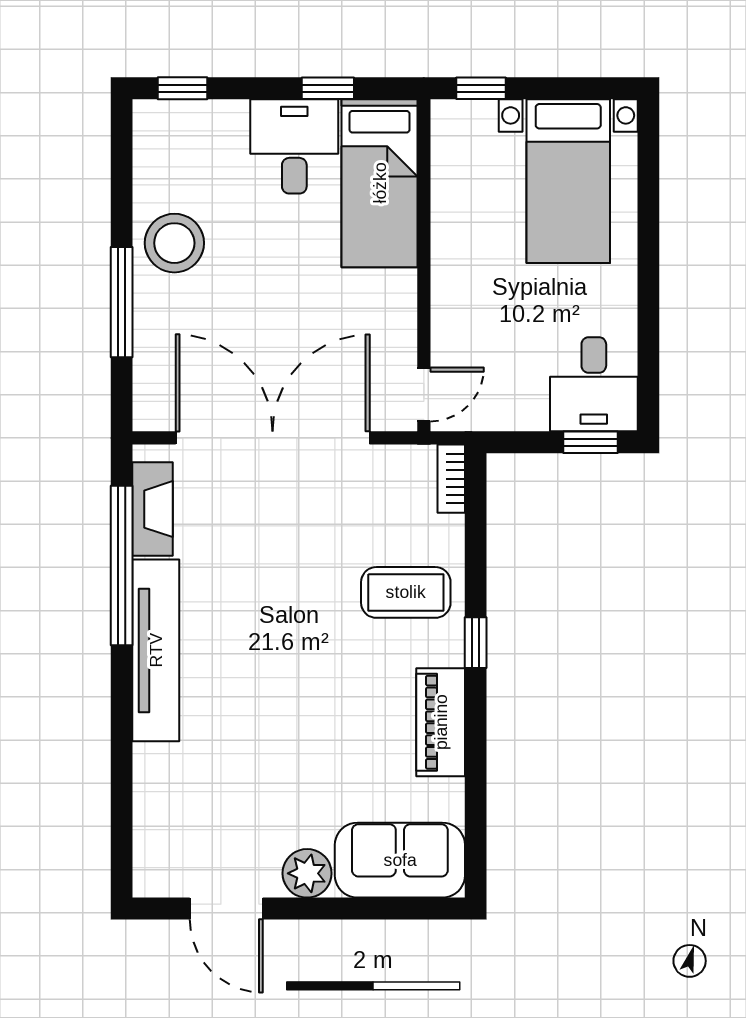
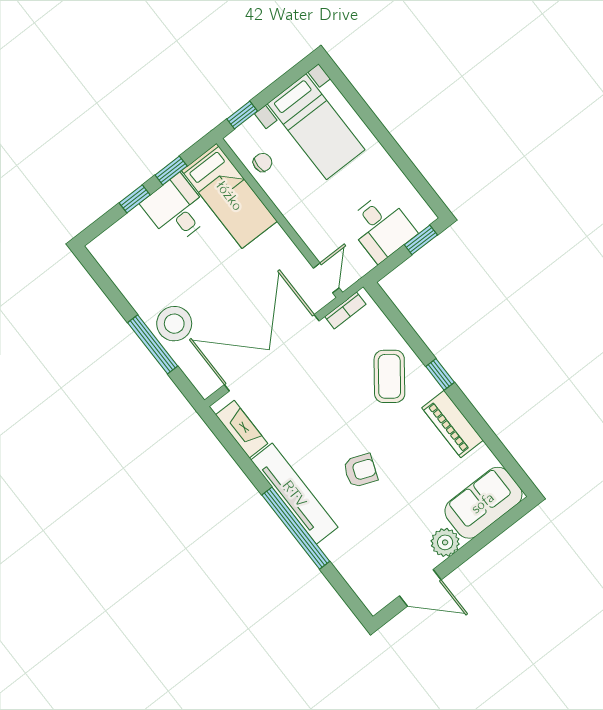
window: (183, 88) -> (135, 199), moved
chair: (459, 173) -> (263, 162), added
stool: (174, 243) -> (174, 324), moved
desk: (594, 384) -> (381, 227), moved
bookcase: (451, 479) -> (345, 310), moved, turned -90
window: (122, 565) -> (296, 528), moved
coffee table: (406, 592) -> (389, 376), turned -53
armchair: (268, 688) -> (360, 470), added

